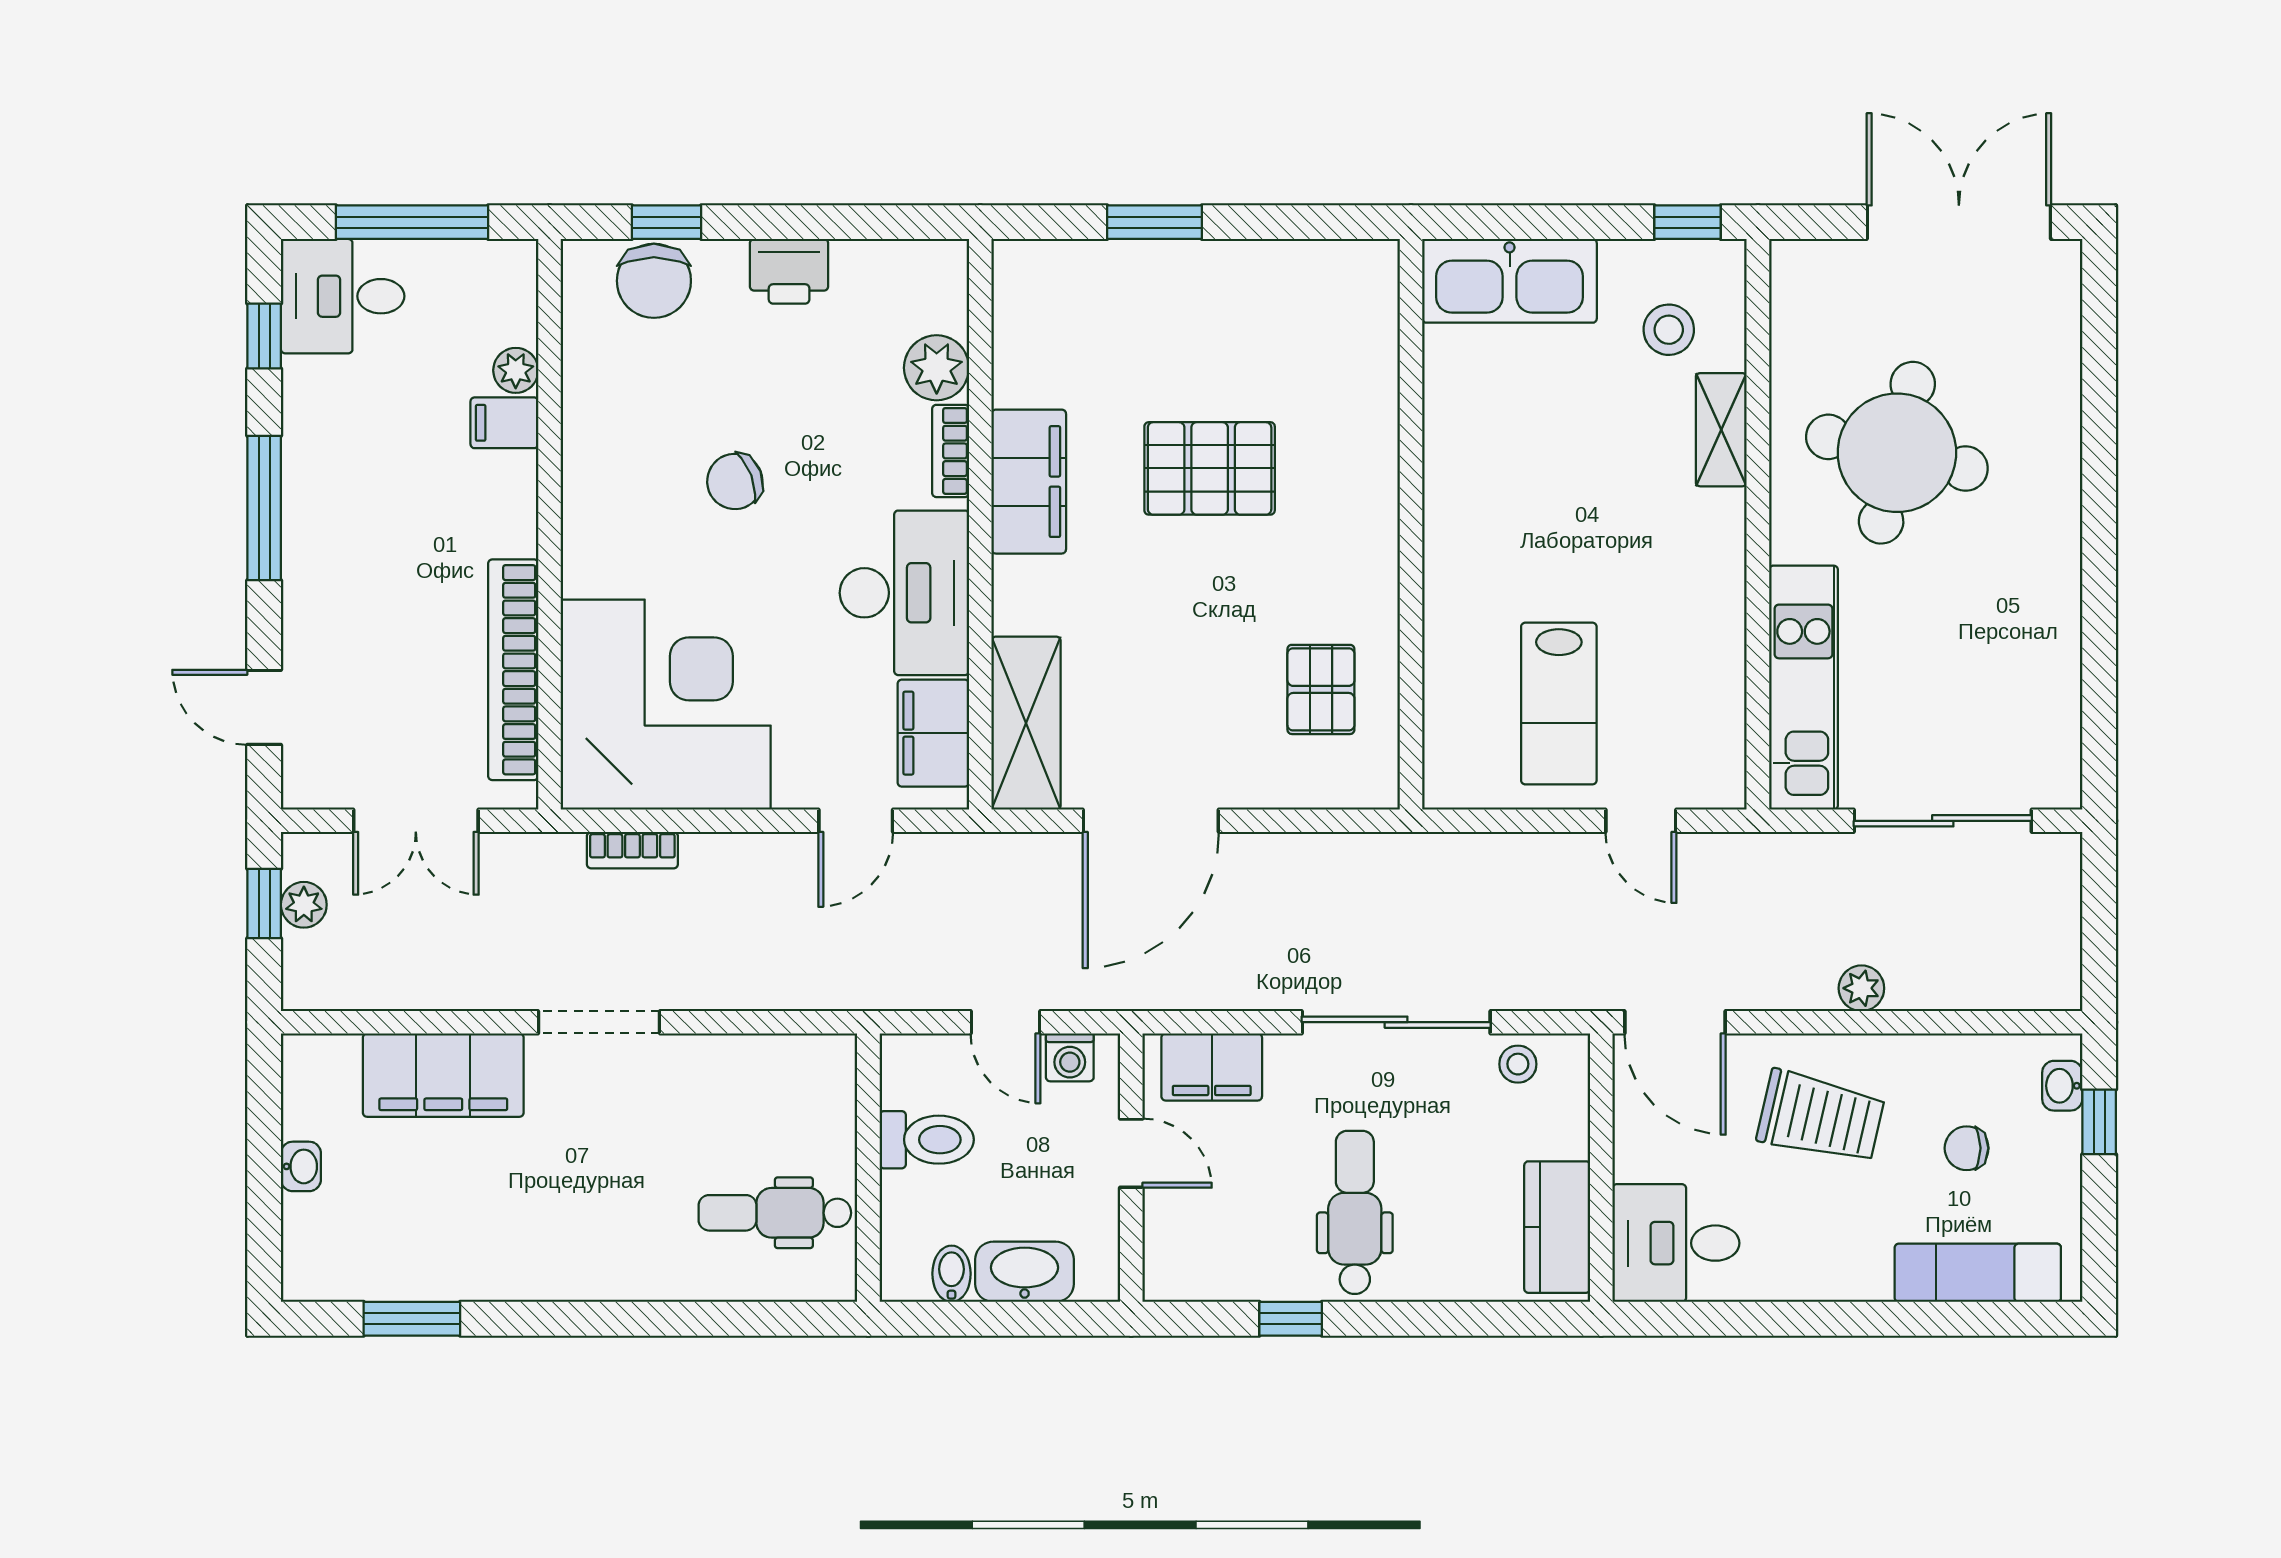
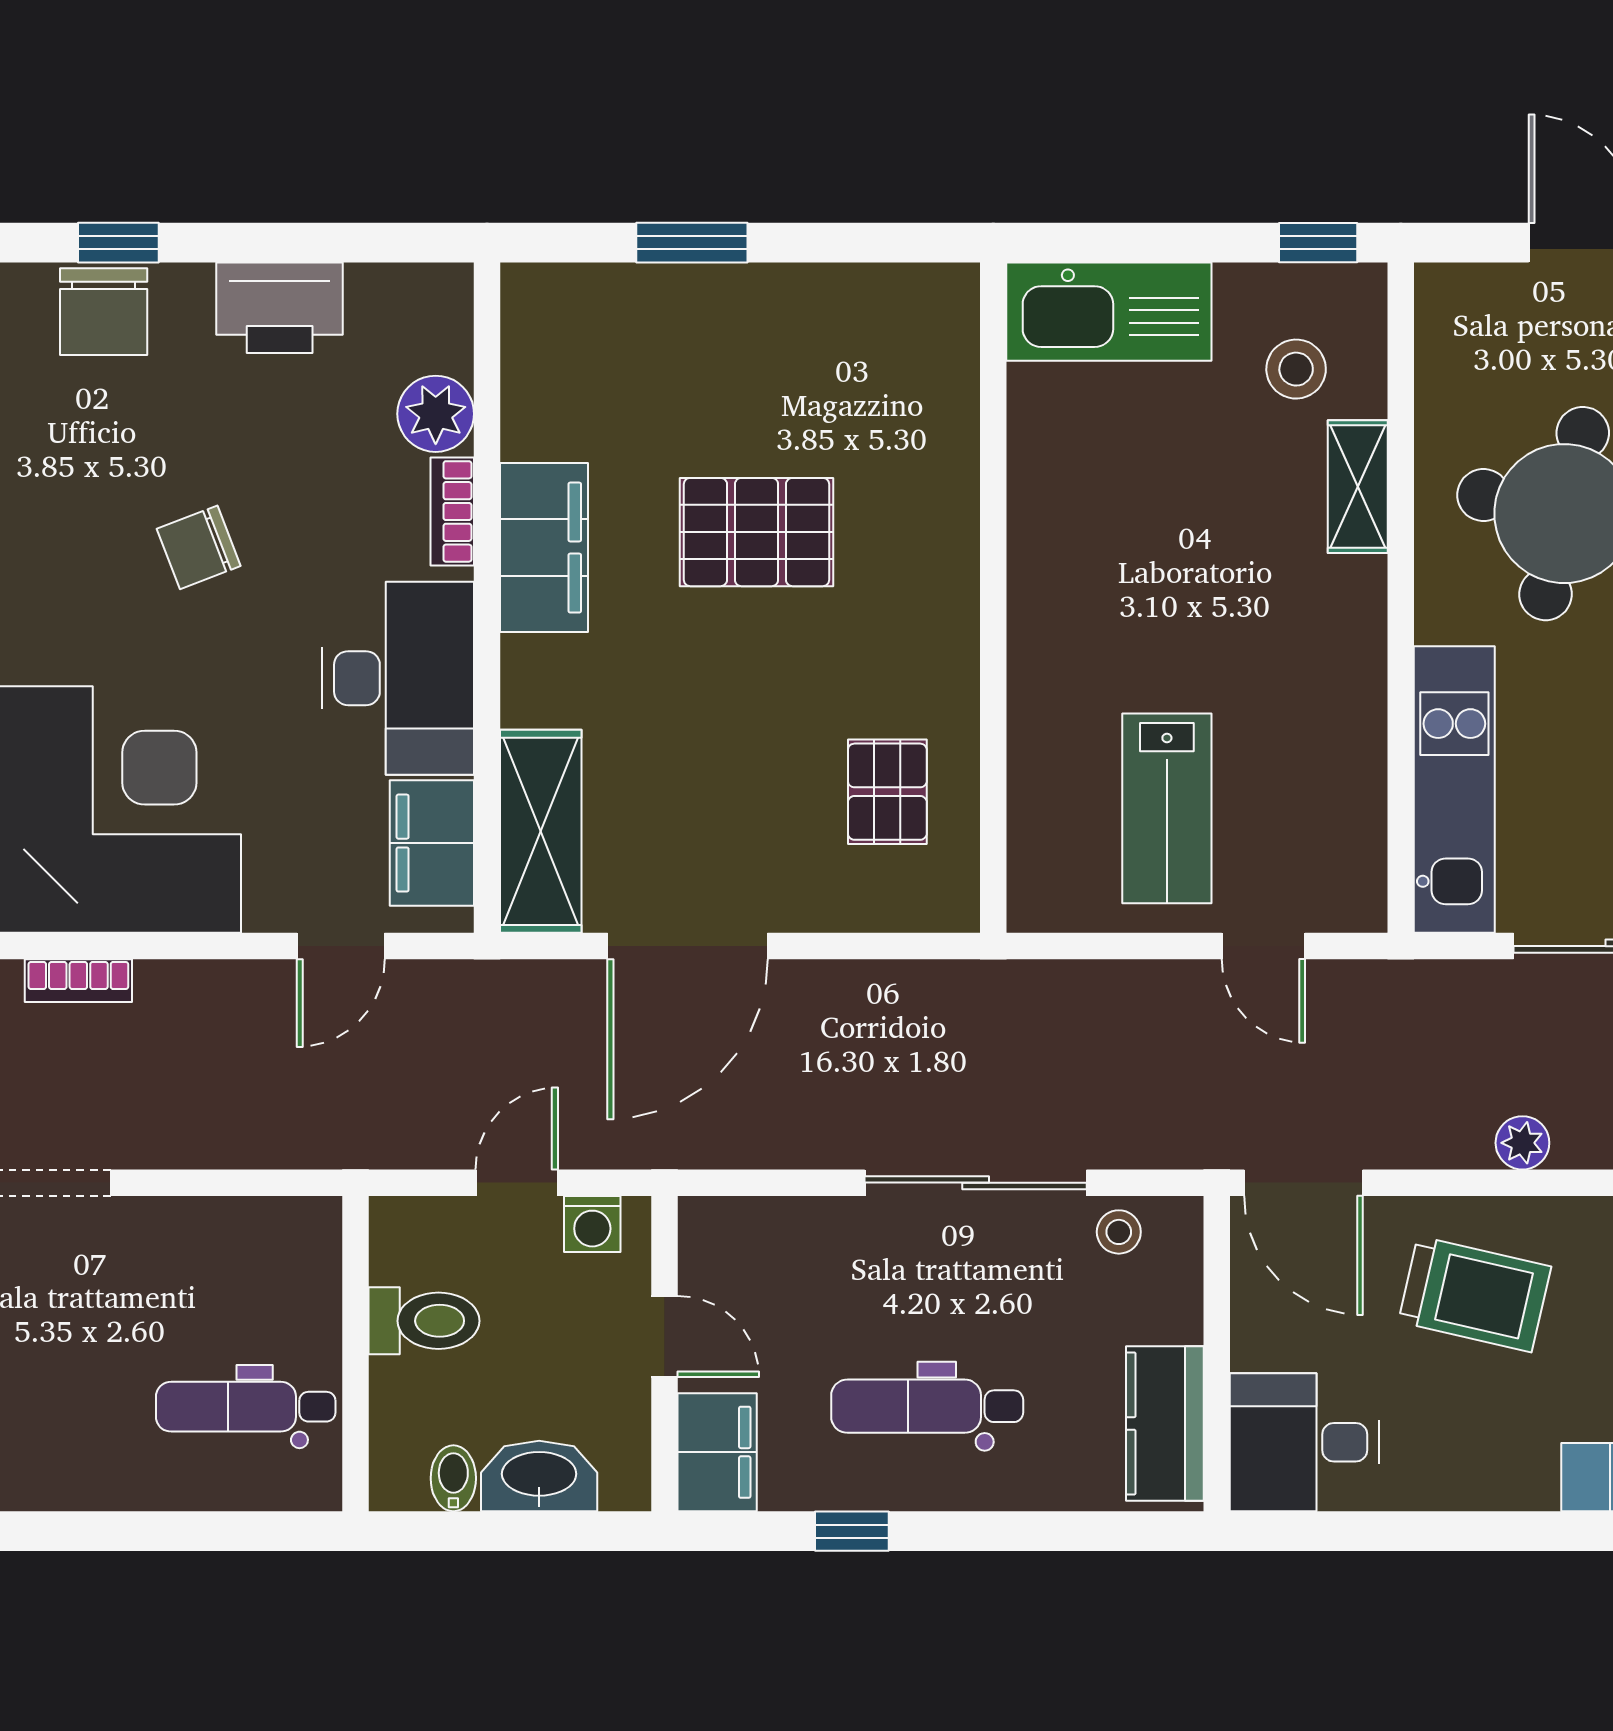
printer: (789, 271) -> (280, 308), width x1.37, depth x1.19
door: (1005, 1022) -> (517, 1183), swing flipped
filing cabinet: (1212, 1067) -> (717, 1452), moved, turned -90
dental chair: (1355, 1212) -> (927, 1406), turned -90

